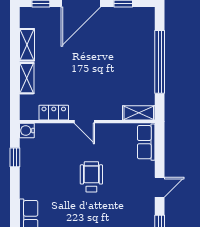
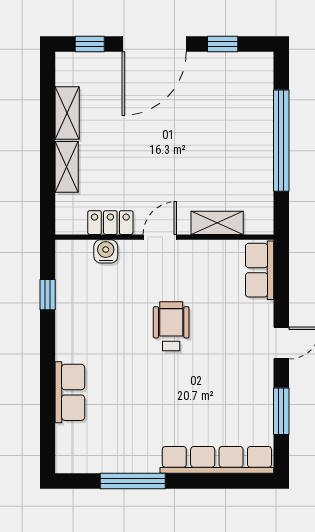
shelving: (139, 113) -> (217, 223), moved
door: (84, 122) -> (160, 237), swing flipped
water cooler: (27, 131) -> (106, 251), moved, turned 90

